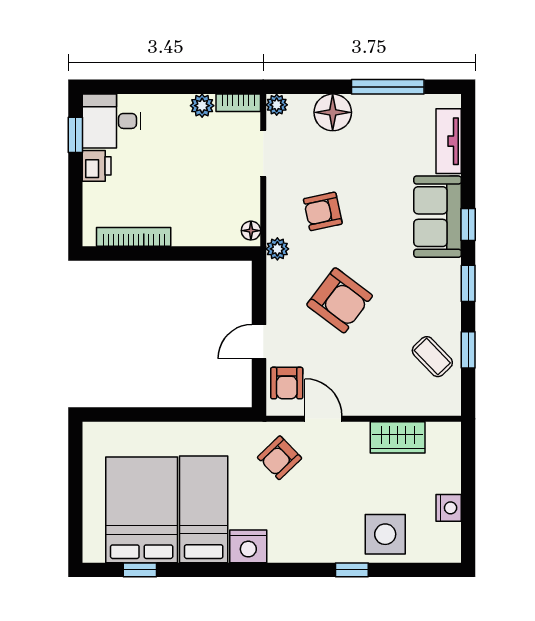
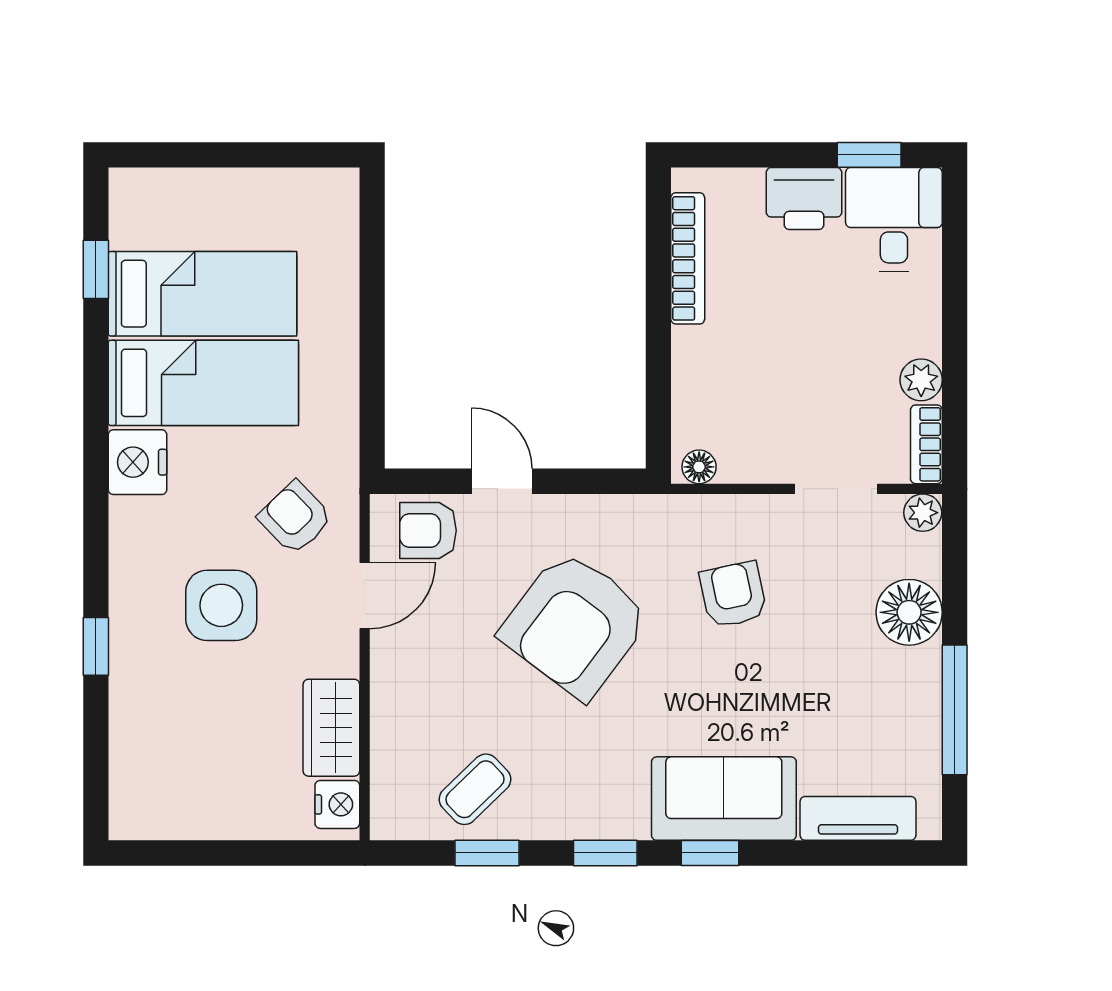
printer: (97, 166) -> (804, 199), width x1.36, depth x1.24
plant: (277, 249) -> (666, 514), removed
armchair: (340, 300) -> (575, 624), width x1.36, depth x1.36
nightstand: (449, 508) -> (337, 804), moved, turned -90
bed: (142, 510) -> (203, 294), width x0.67
side table: (385, 534) -> (221, 605), moved

